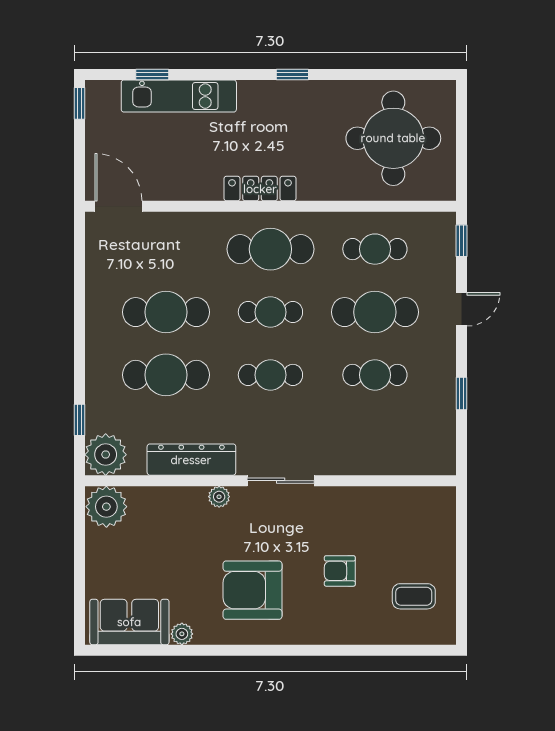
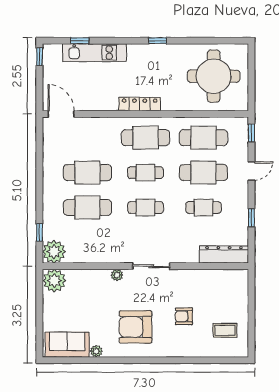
cafe table: (375, 249) -> (203, 138), width x1.37, depth x1.35
dresser: (191, 460) -> (224, 254), moved

